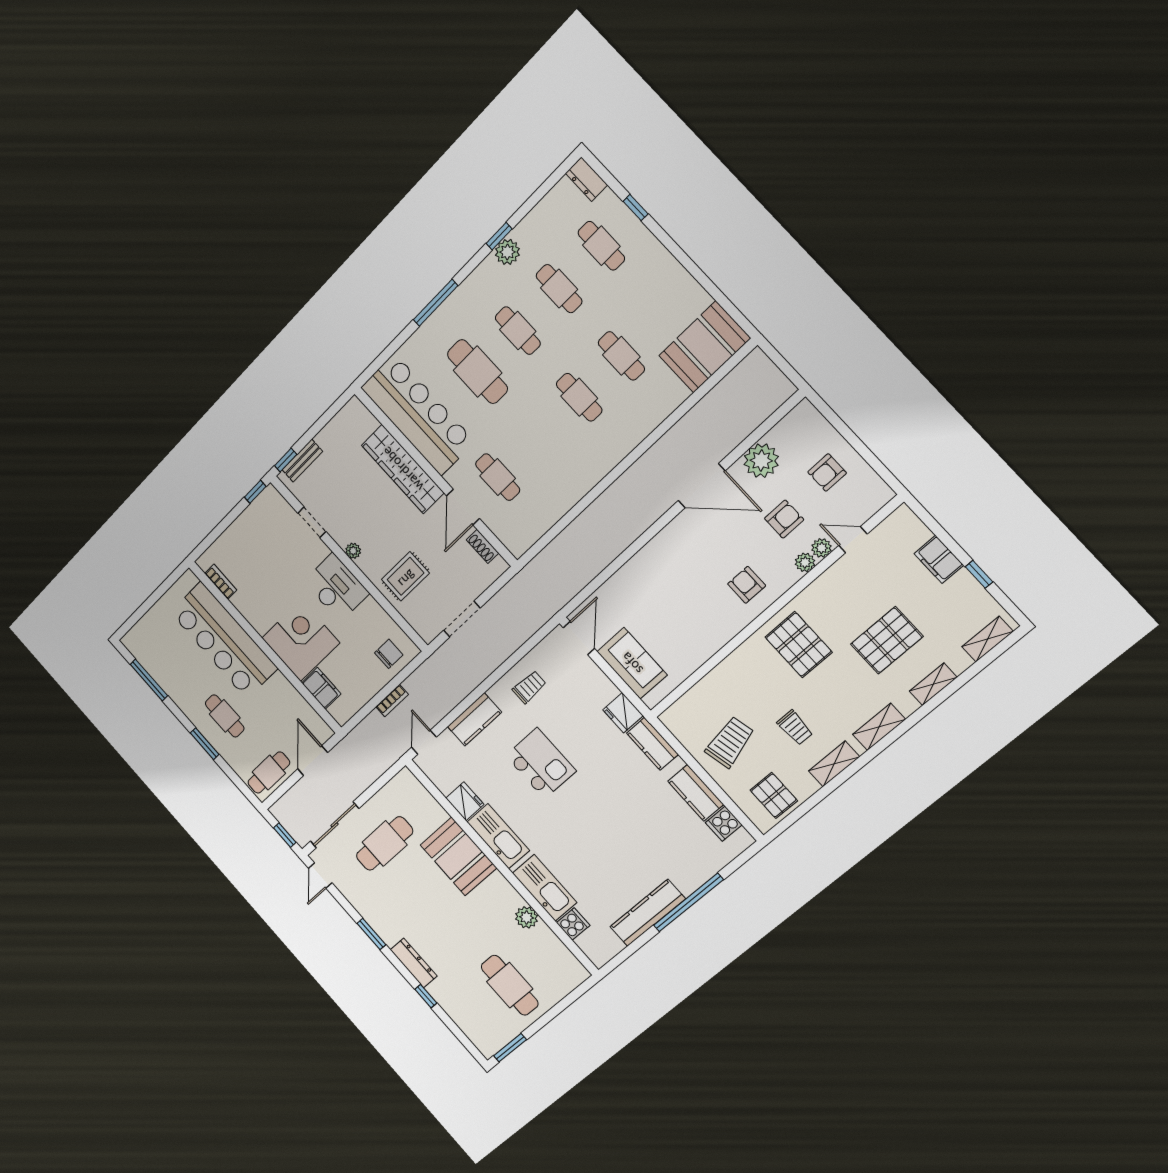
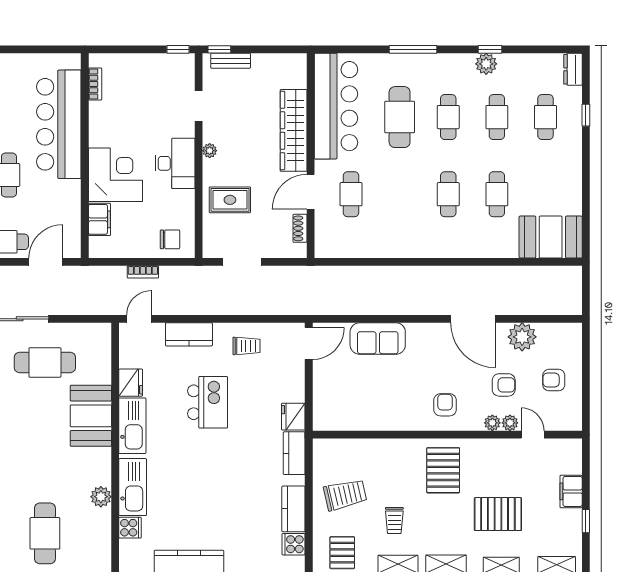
sofa: (632, 663) -> (378, 339), moved, turned 90

